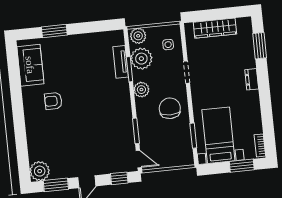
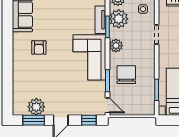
armchair: (53, 101) -> (39, 47), turned -90
corner sofa: (112, 106) -> (89, 57), added
chair: (170, 108) -> (126, 75), moved
plant: (40, 171) -> (36, 107), moved

